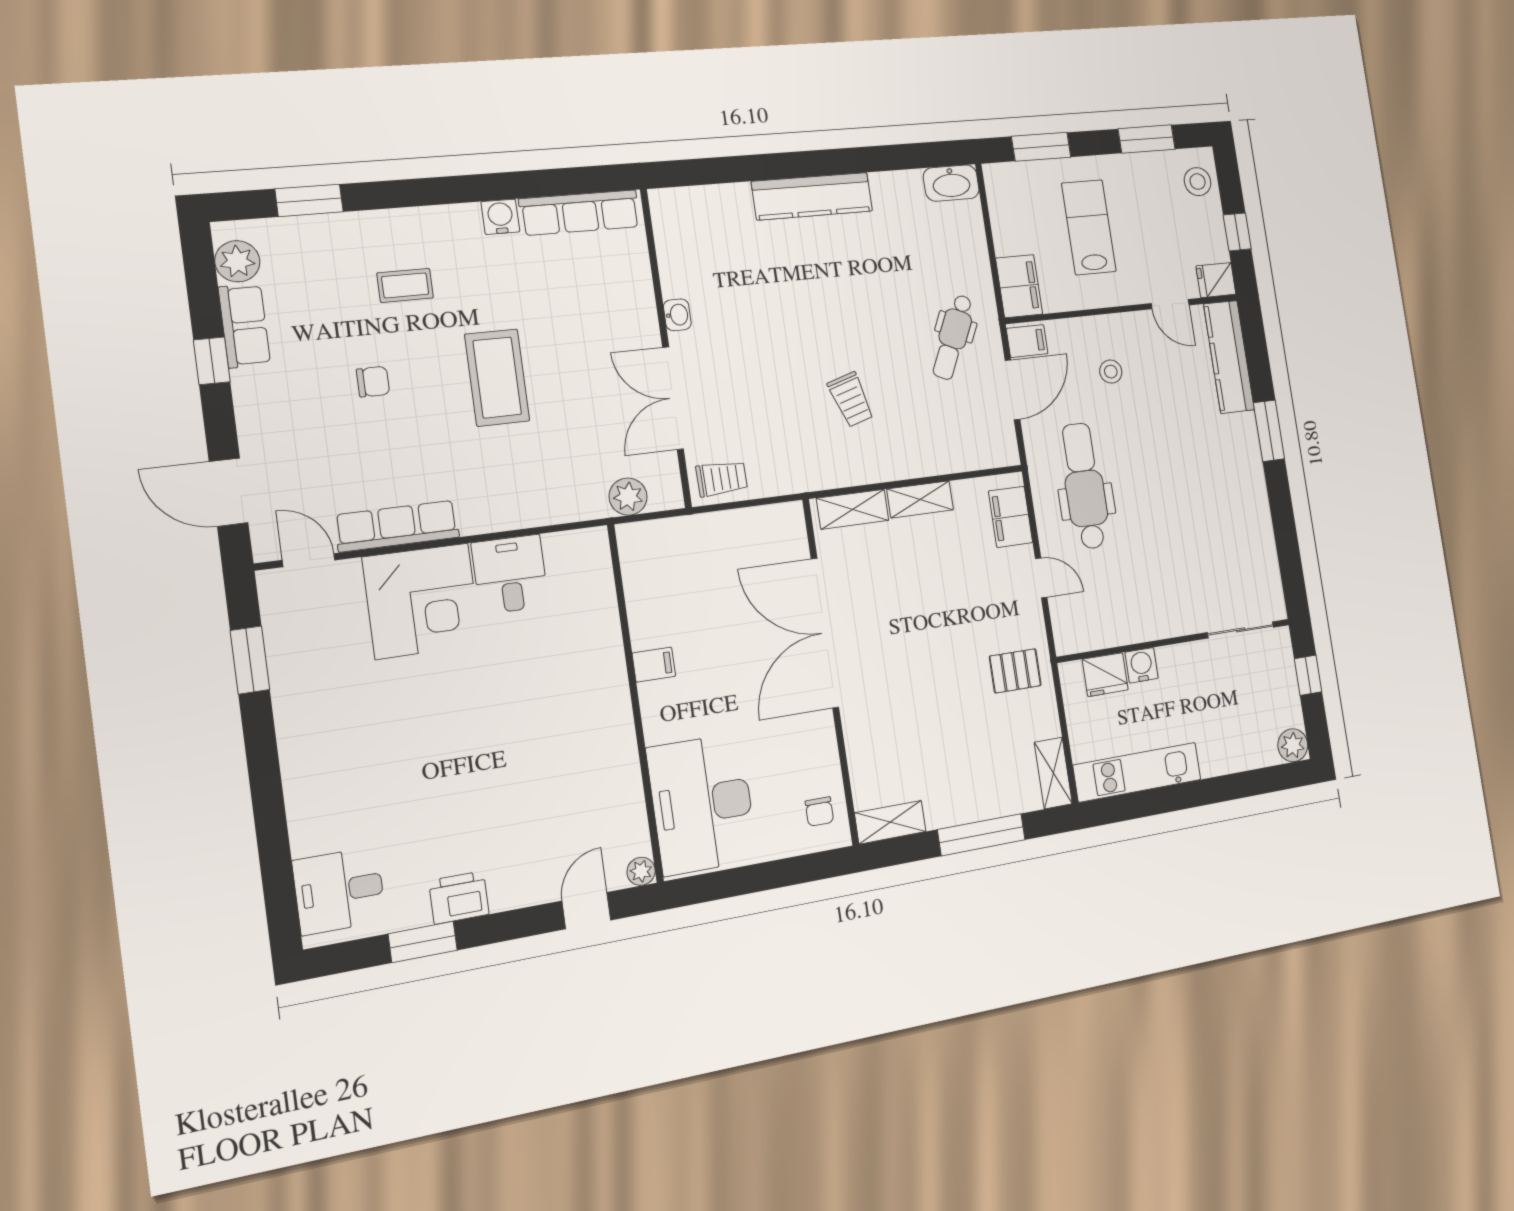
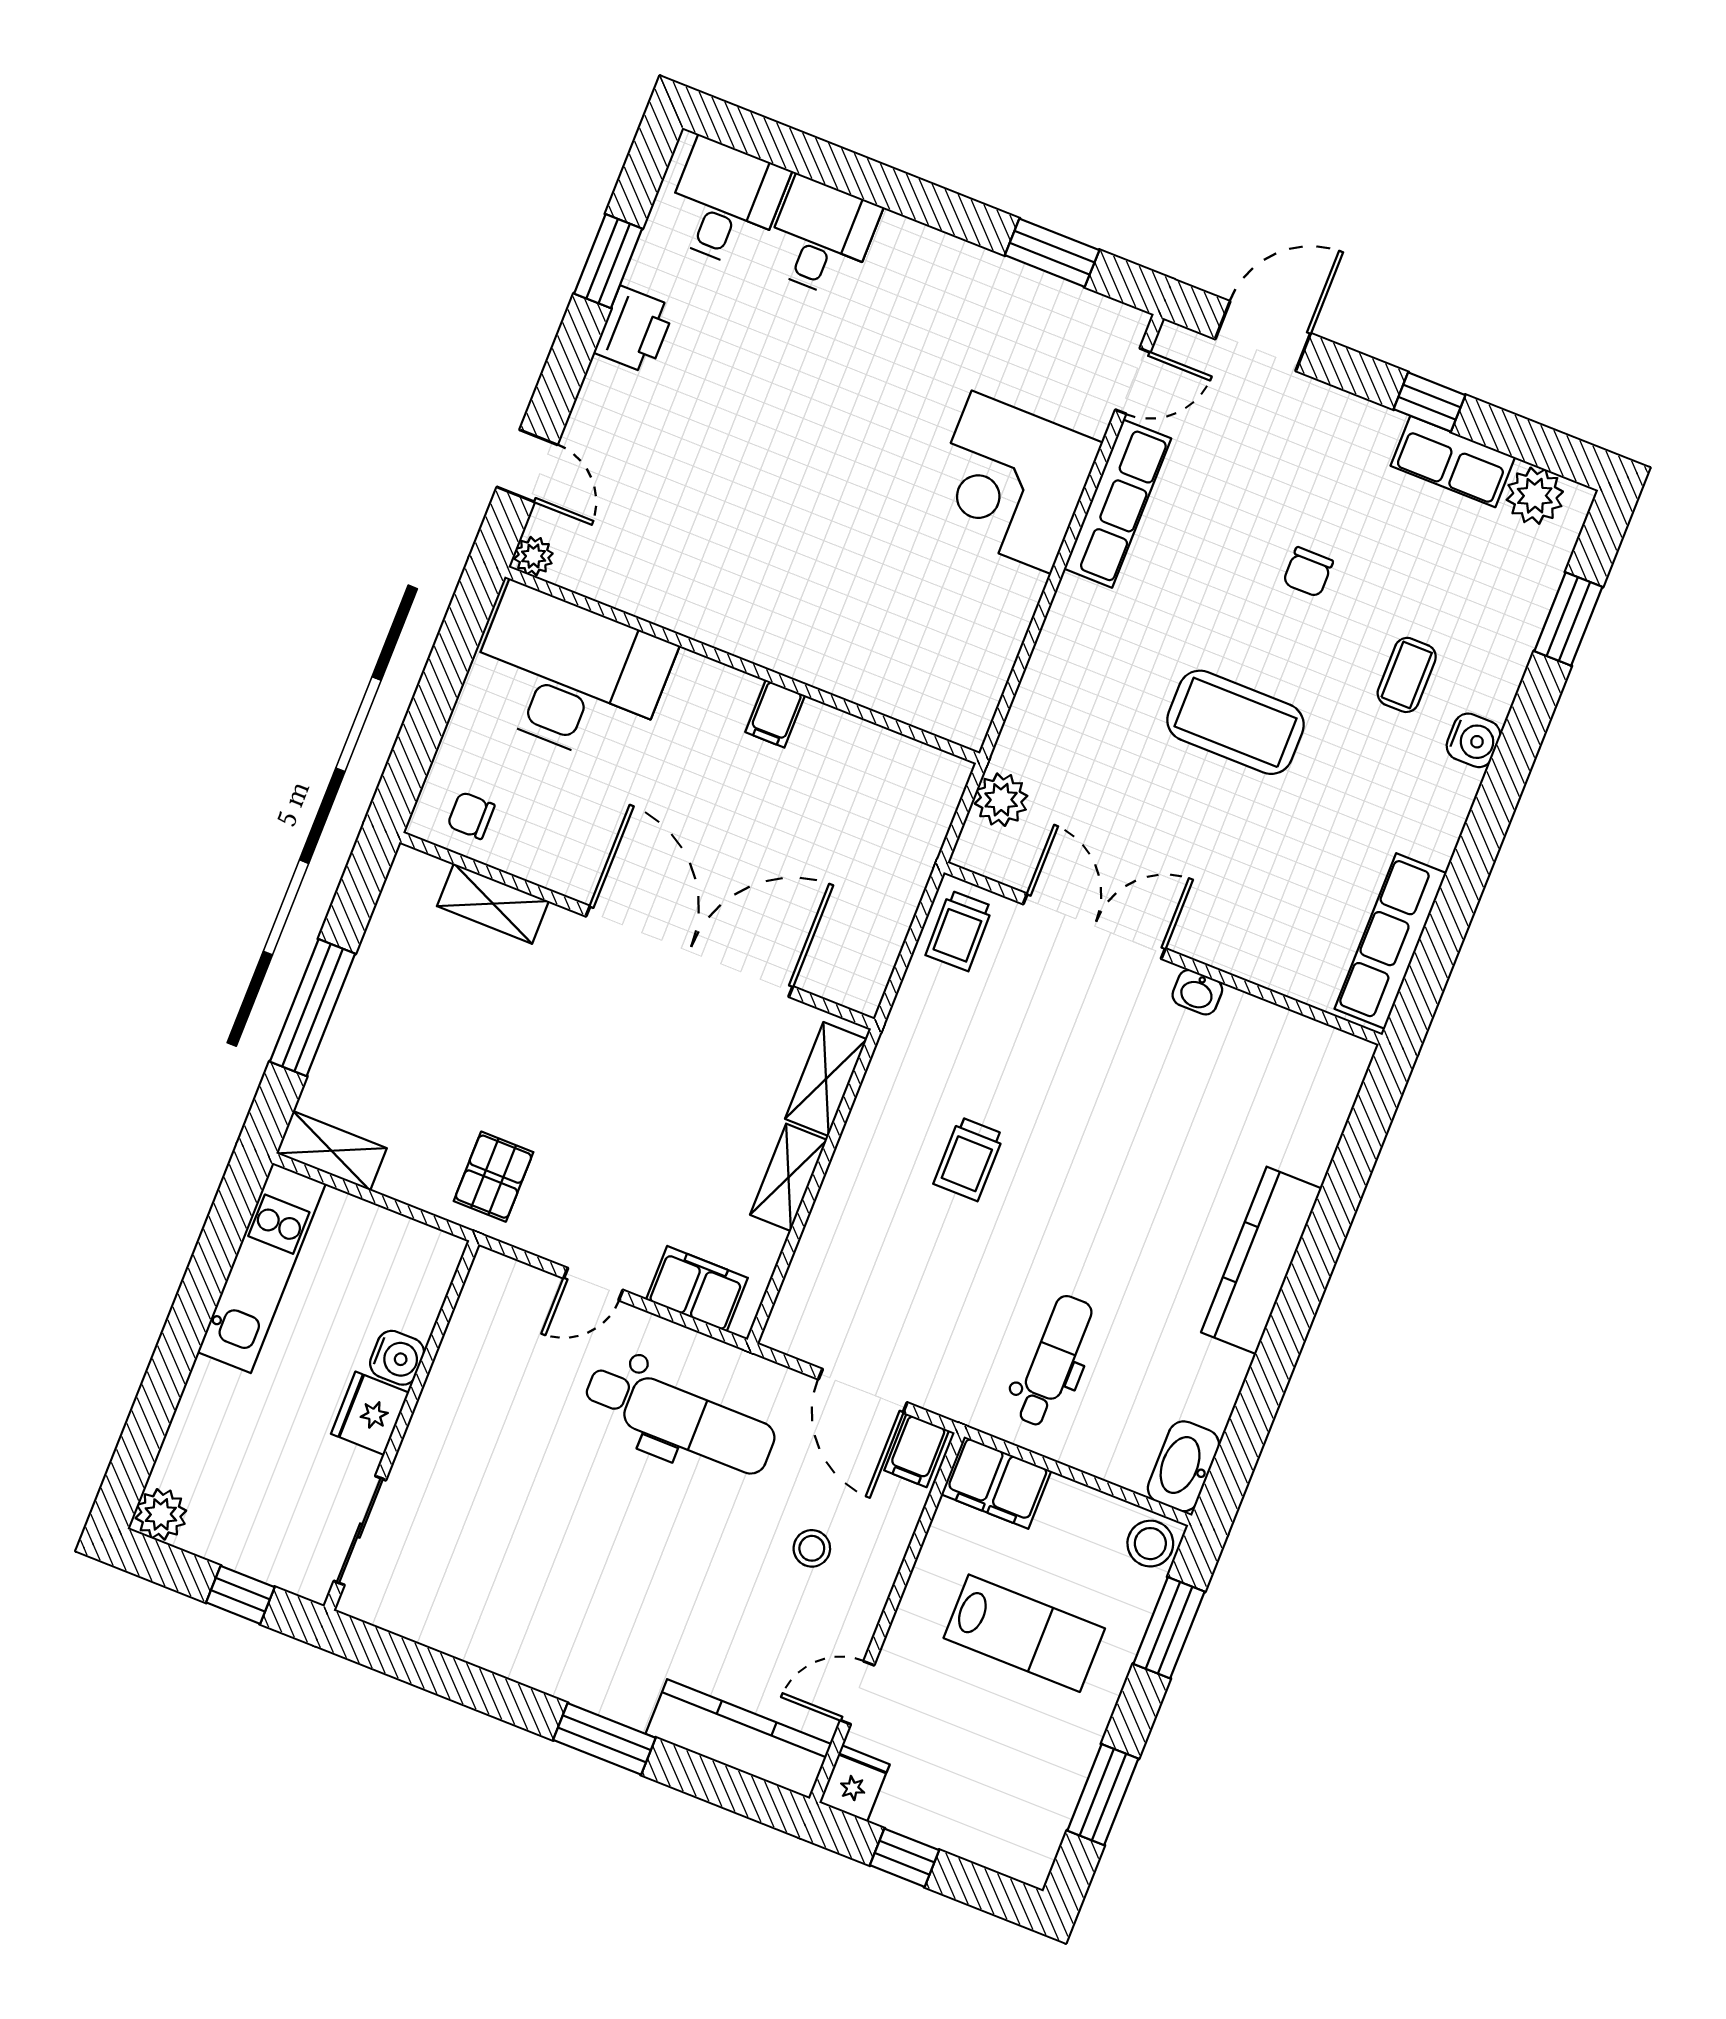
stool: (1198, 182) -> (1150, 1544), moved
water cooler: (500, 217) -> (1473, 740), moved
dental chair: (953, 337) -> (1053, 1361), moved, turned 65
trolley: (851, 400) -> (969, 1159), turned -73
desk: (510, 574) -> (821, 237), moved, turned -90
fridge: (1105, 675) -> (370, 1413), moved
shelving: (890, 822) -> (493, 904), moved, turned 90

